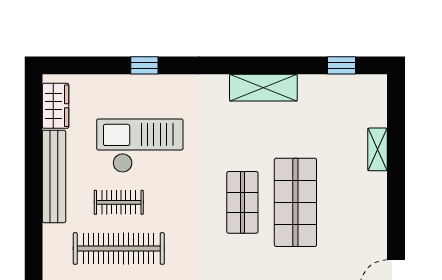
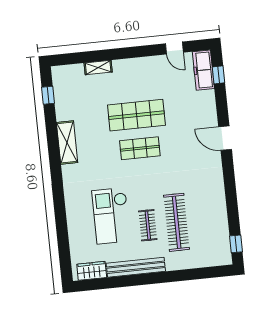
window: (144, 65) -> (61, 218), removed

